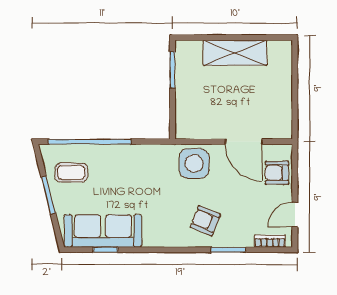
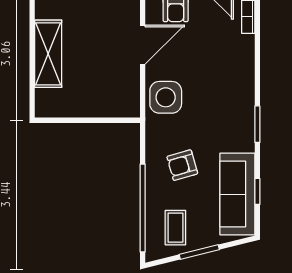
window: (172, 70) -> (66, 120), removed
armchair: (205, 221) -> (182, 165), moved, turned 52
window: (228, 250) -> (257, 124), moved

